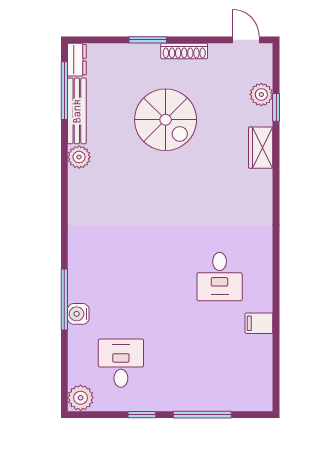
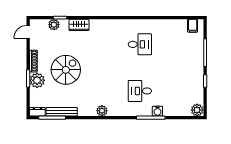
plant: (143, 59) -> (37, 80), added
plant: (79, 157) -> (102, 111), moved
filing cabinet: (259, 323) -> (193, 26), moved
desk: (121, 363) -> (140, 91), moved

